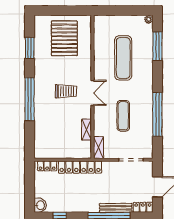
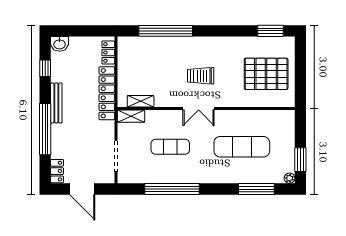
window: (134, 11) -> (300, 160), added
window: (30, 48) -> (270, 31), moved
trolley: (66, 91) -> (201, 76), turned 90
window: (30, 99) -> (166, 31), moved
shelving: (86, 130) -> (141, 101), moved
bench: (116, 208) -> (56, 103), moved

